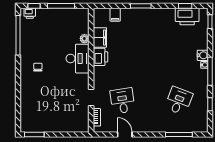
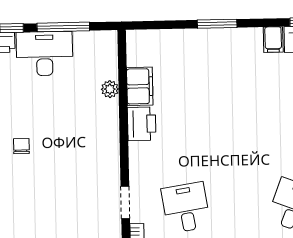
filing cabinet: (115, 15) -> (273, 40), moved
desk: (78, 59) -> (45, 54), moved, turned -90

